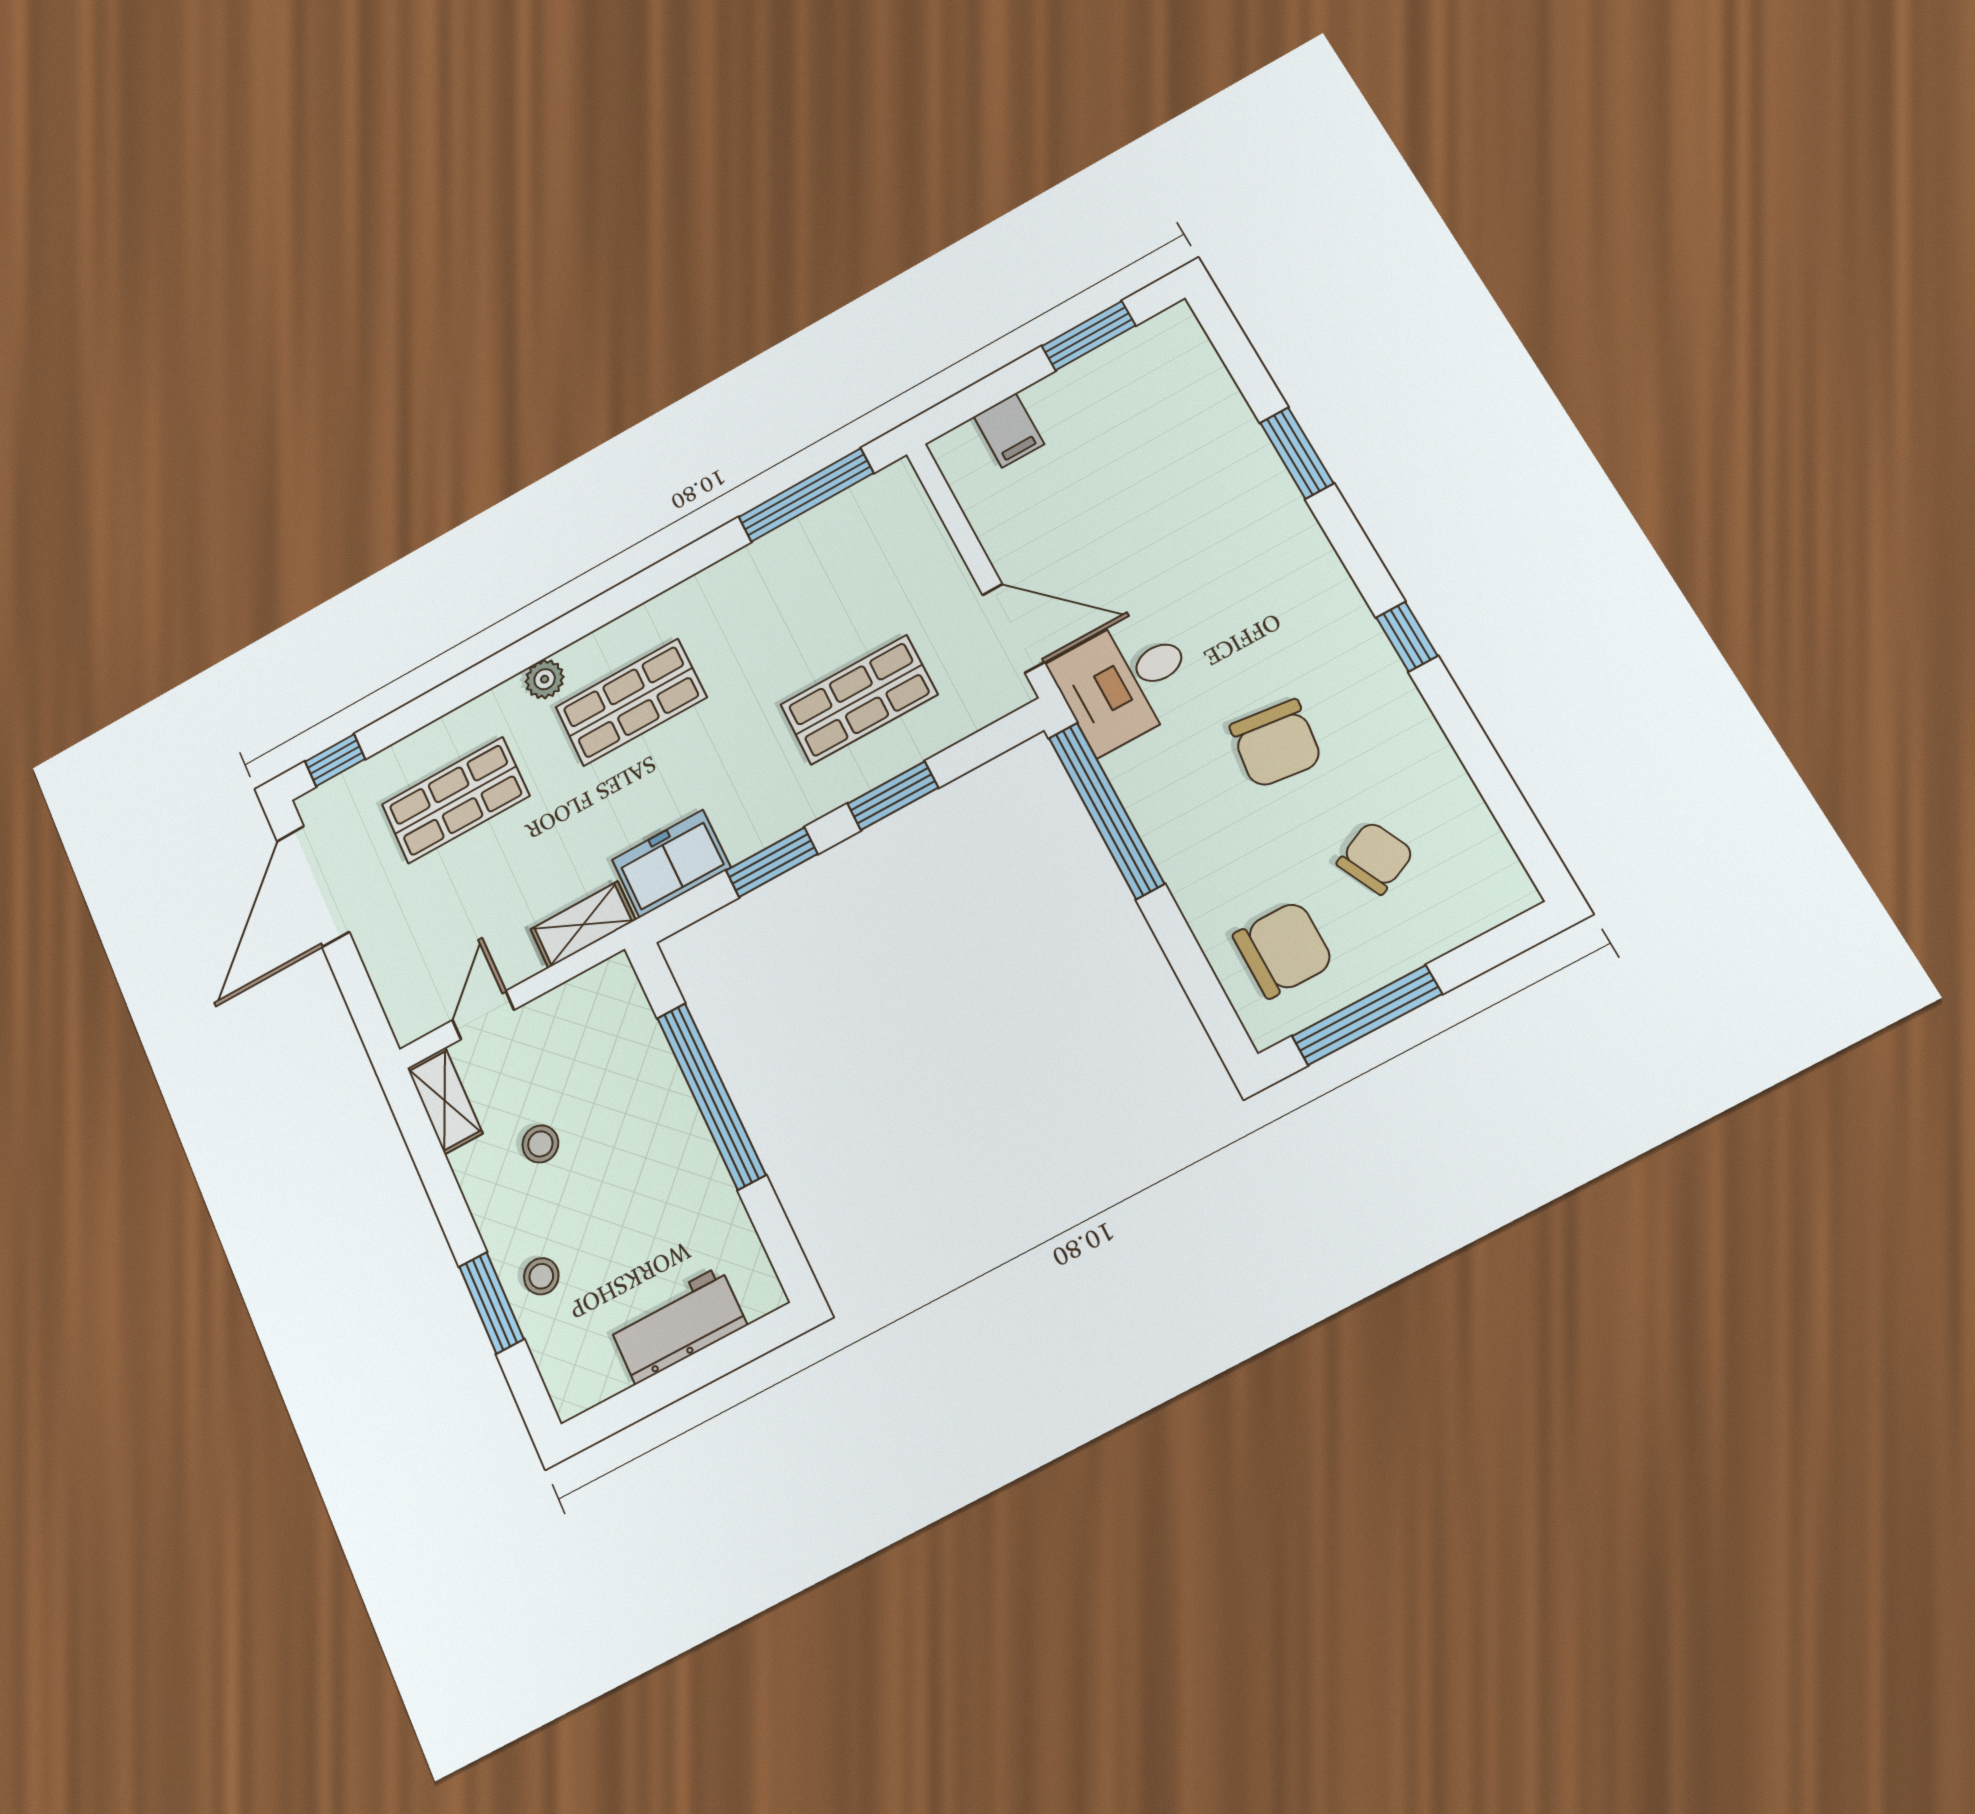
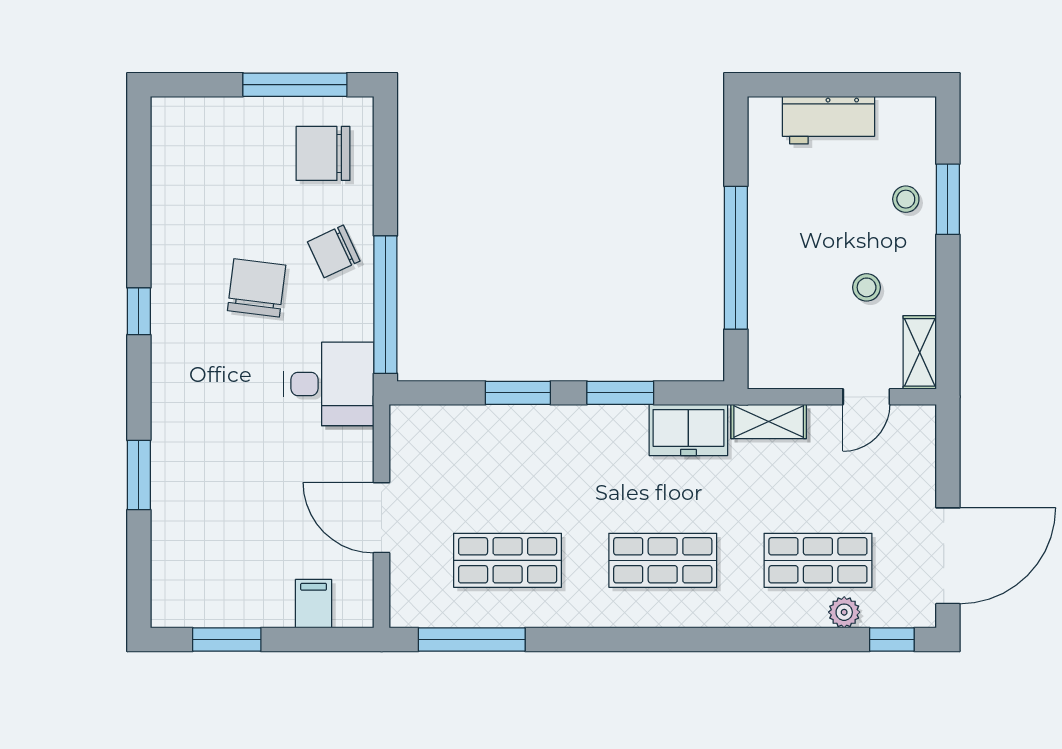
door: (1013, 628) -> (382, 518), moved
plant: (545, 679) -> (844, 612), moved
shop shelf: (859, 700) -> (508, 560), moved
chair: (1375, 858) -> (334, 251), moved

